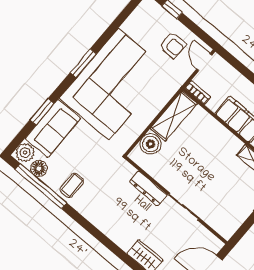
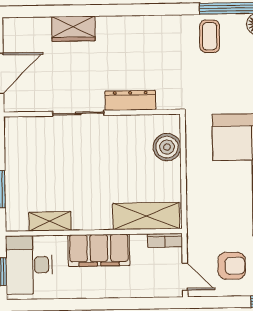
armchair: (173, 45) -> (232, 266), turned 180
shelving: (174, 116) -> (146, 216), moved, turned 90

